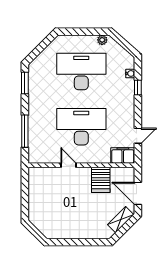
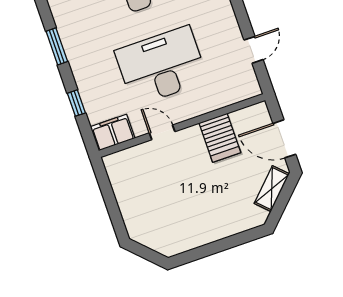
window: (25, 83) -> (57, 46), moved
window: (25, 131) -> (76, 103), width x0.46
filing cabinet: (123, 155) -> (113, 133), moved

